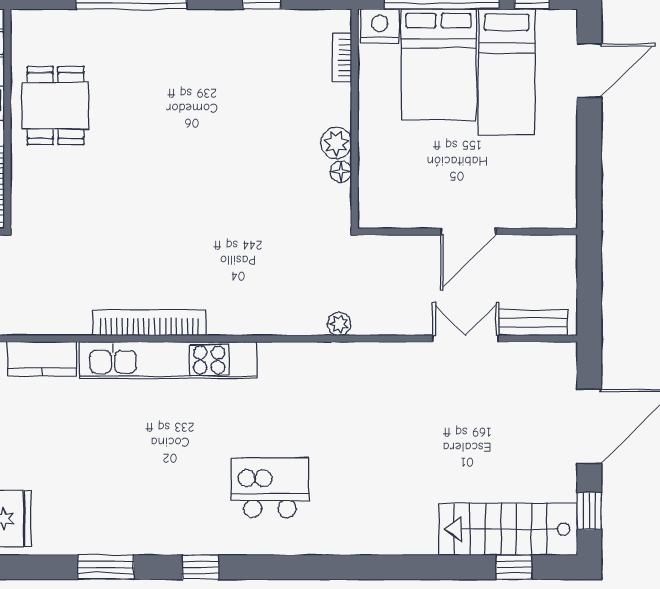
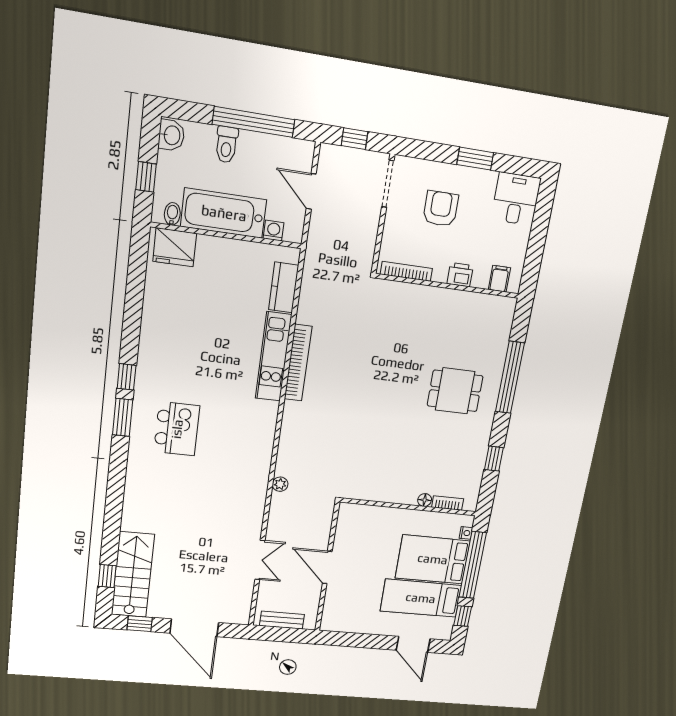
nightstand: (380, 26) -> (466, 533), width x0.53, depth x0.56
dining table: (56, 106) -> (455, 391), moved
plant: (336, 143) -> (395, 494), removed
floor lamp: (341, 172) -> (425, 500), moved
bench: (533, 322) -> (282, 620), moved, turned 90
kitchen unit: (168, 360) -> (274, 357), width x0.73
window: (106, 567) -> (123, 417), moved

